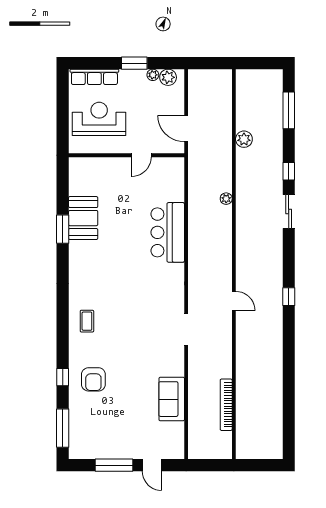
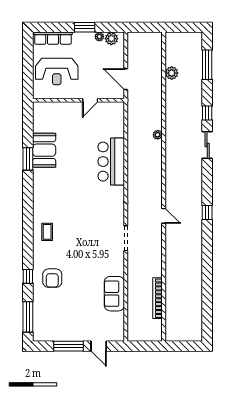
reception desk: (99, 119) -> (57, 72), turned 180
plant: (244, 139) -> (172, 73), moved

